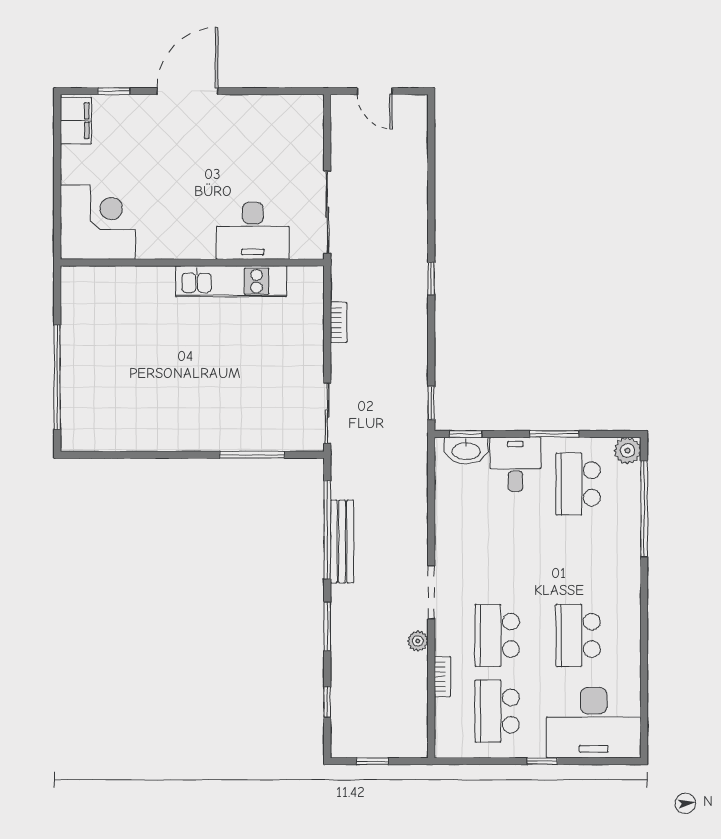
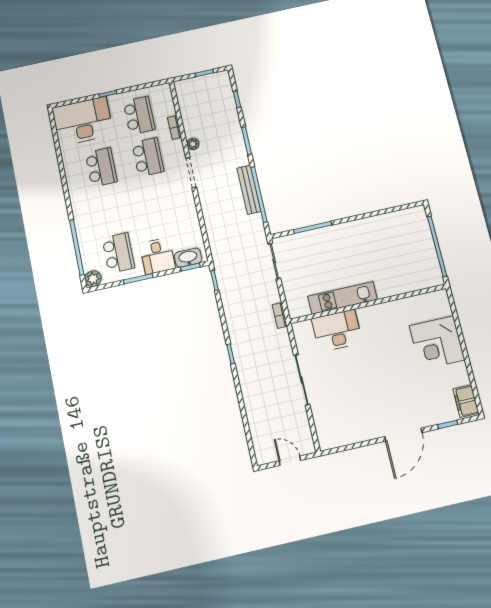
desk: (253, 231) -> (337, 331), moved
wall: (192, 263) -> (368, 304), moved
kitchen unit: (231, 281) -> (343, 298), moved

